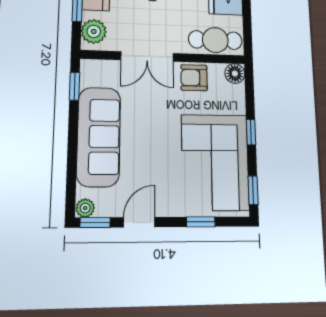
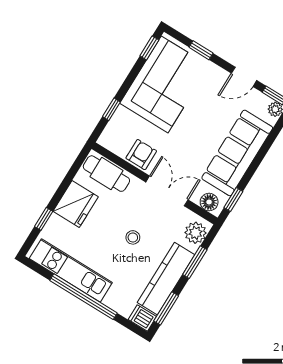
floor lamp: (235, 74) -> (209, 202), moved
armchair: (194, 78) -> (141, 155), turned -90
window: (251, 132) -> (111, 109), moved

